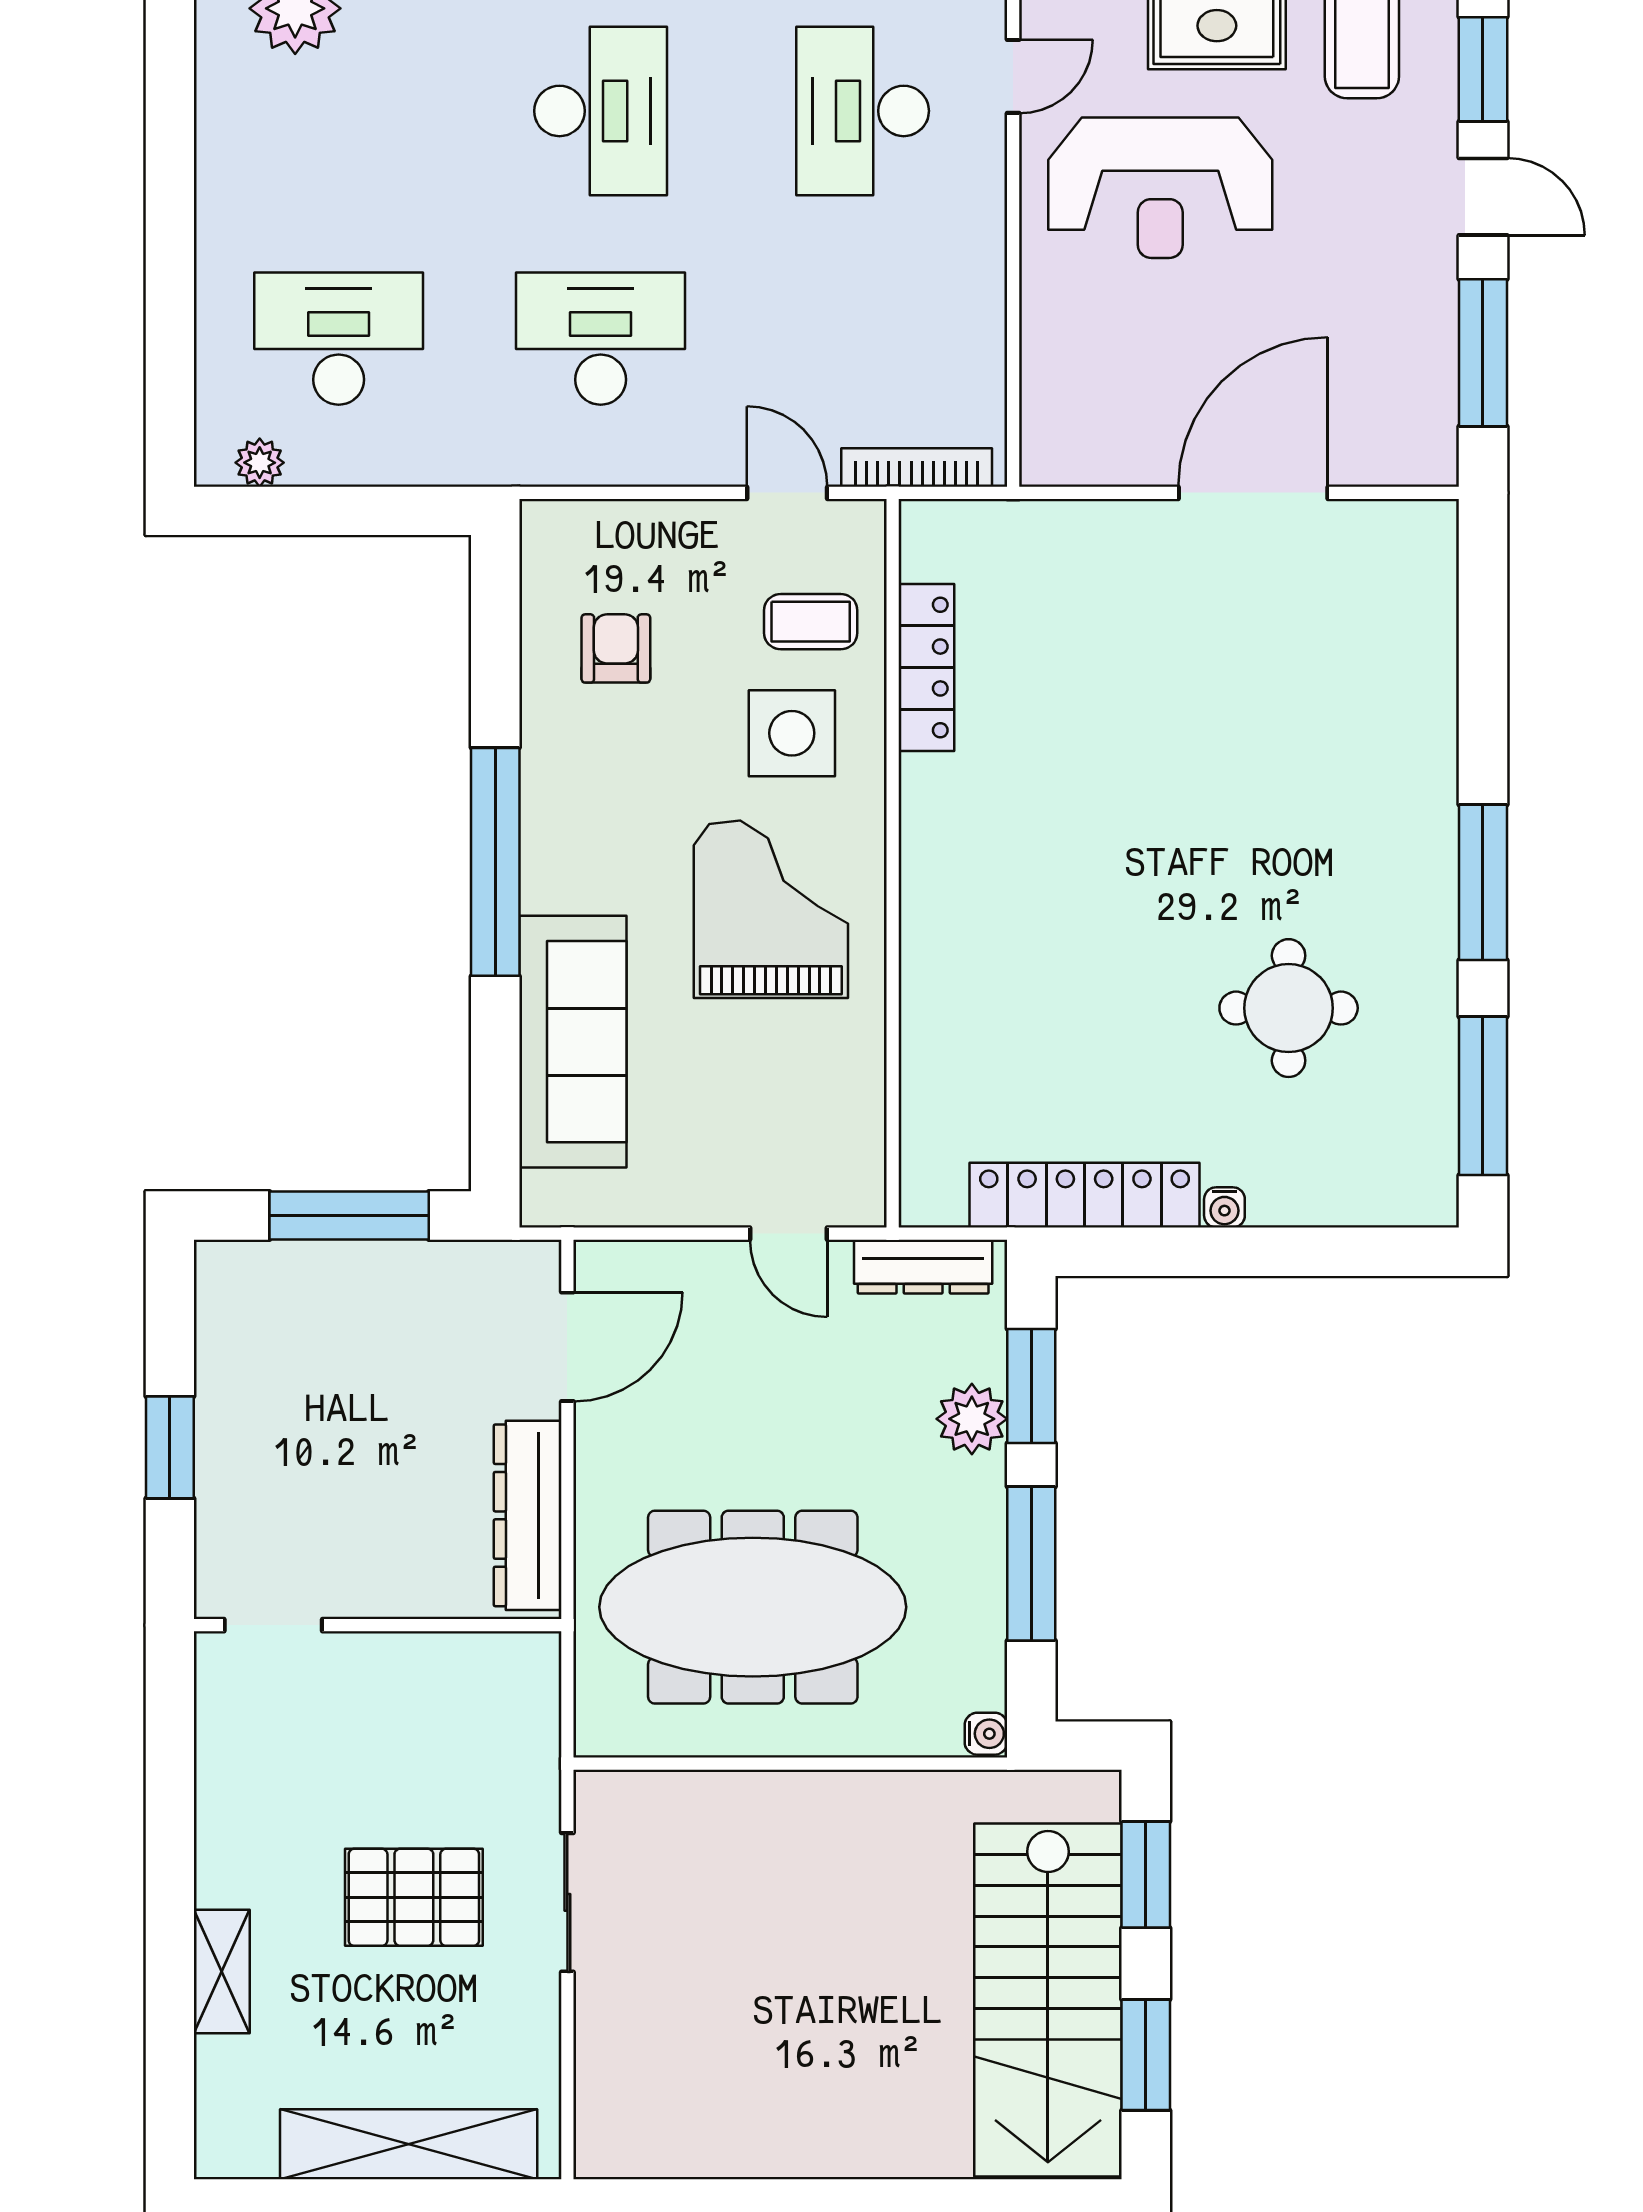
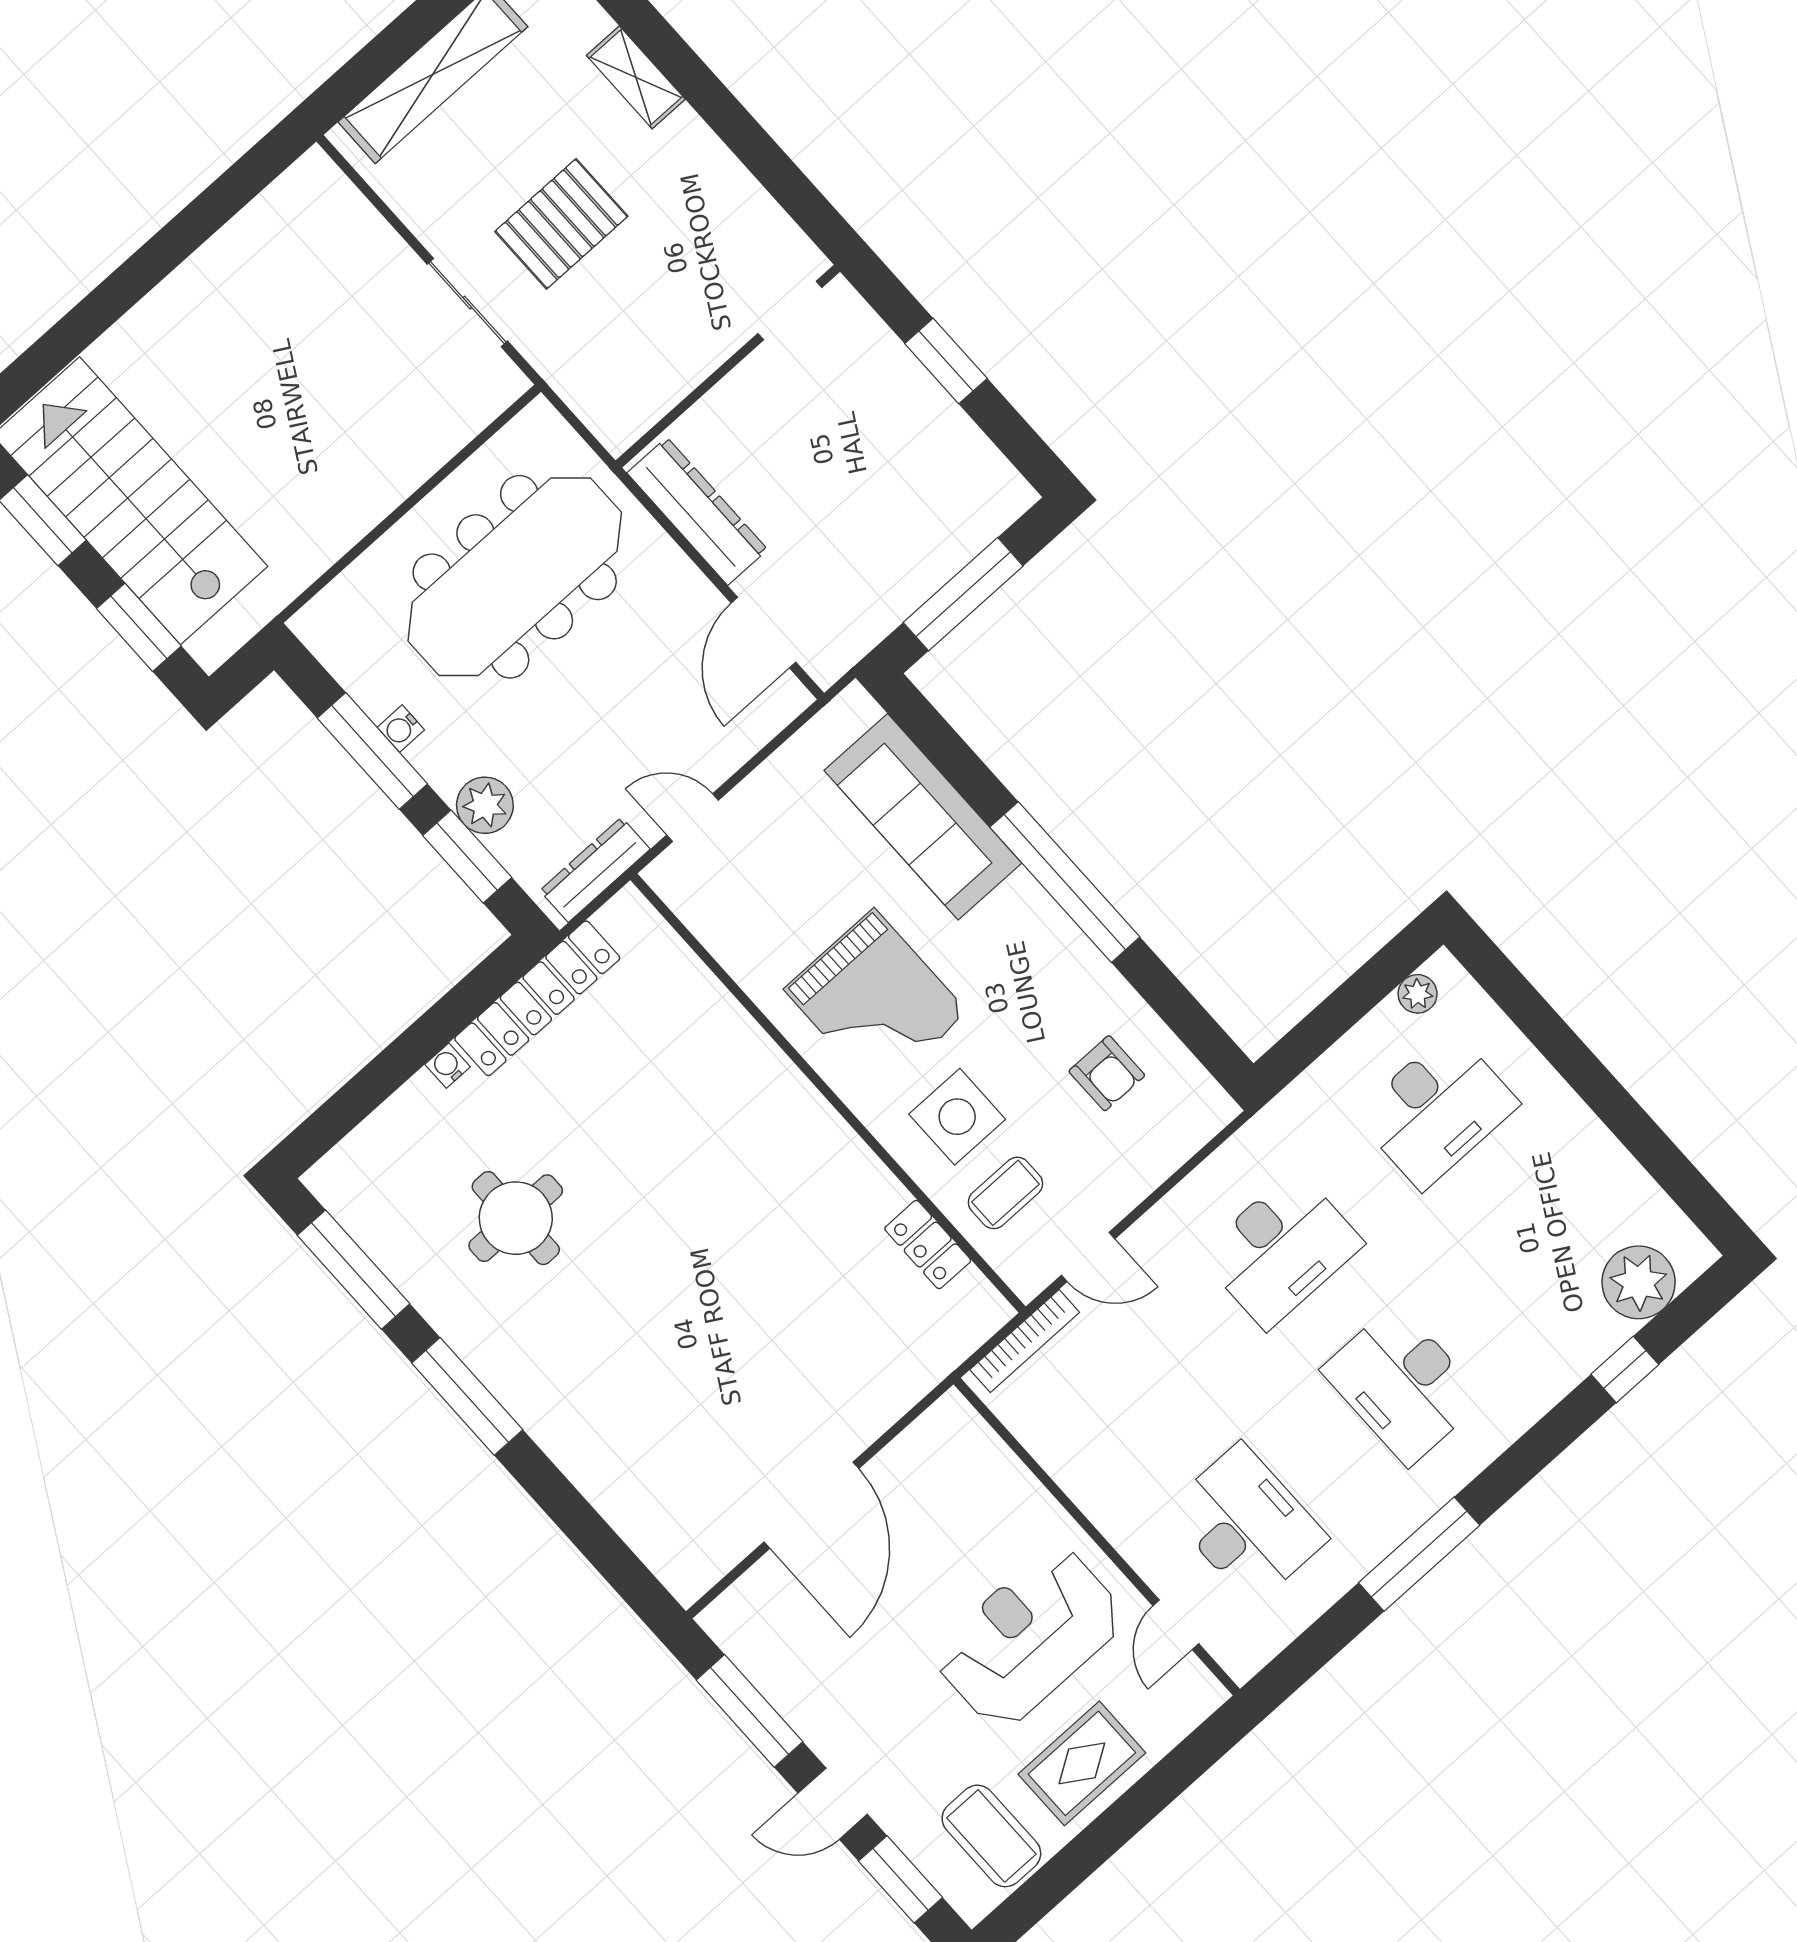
locker: (926, 667) -> (928, 1245), width x0.66
water cooler: (986, 1734) -> (401, 729), moved

